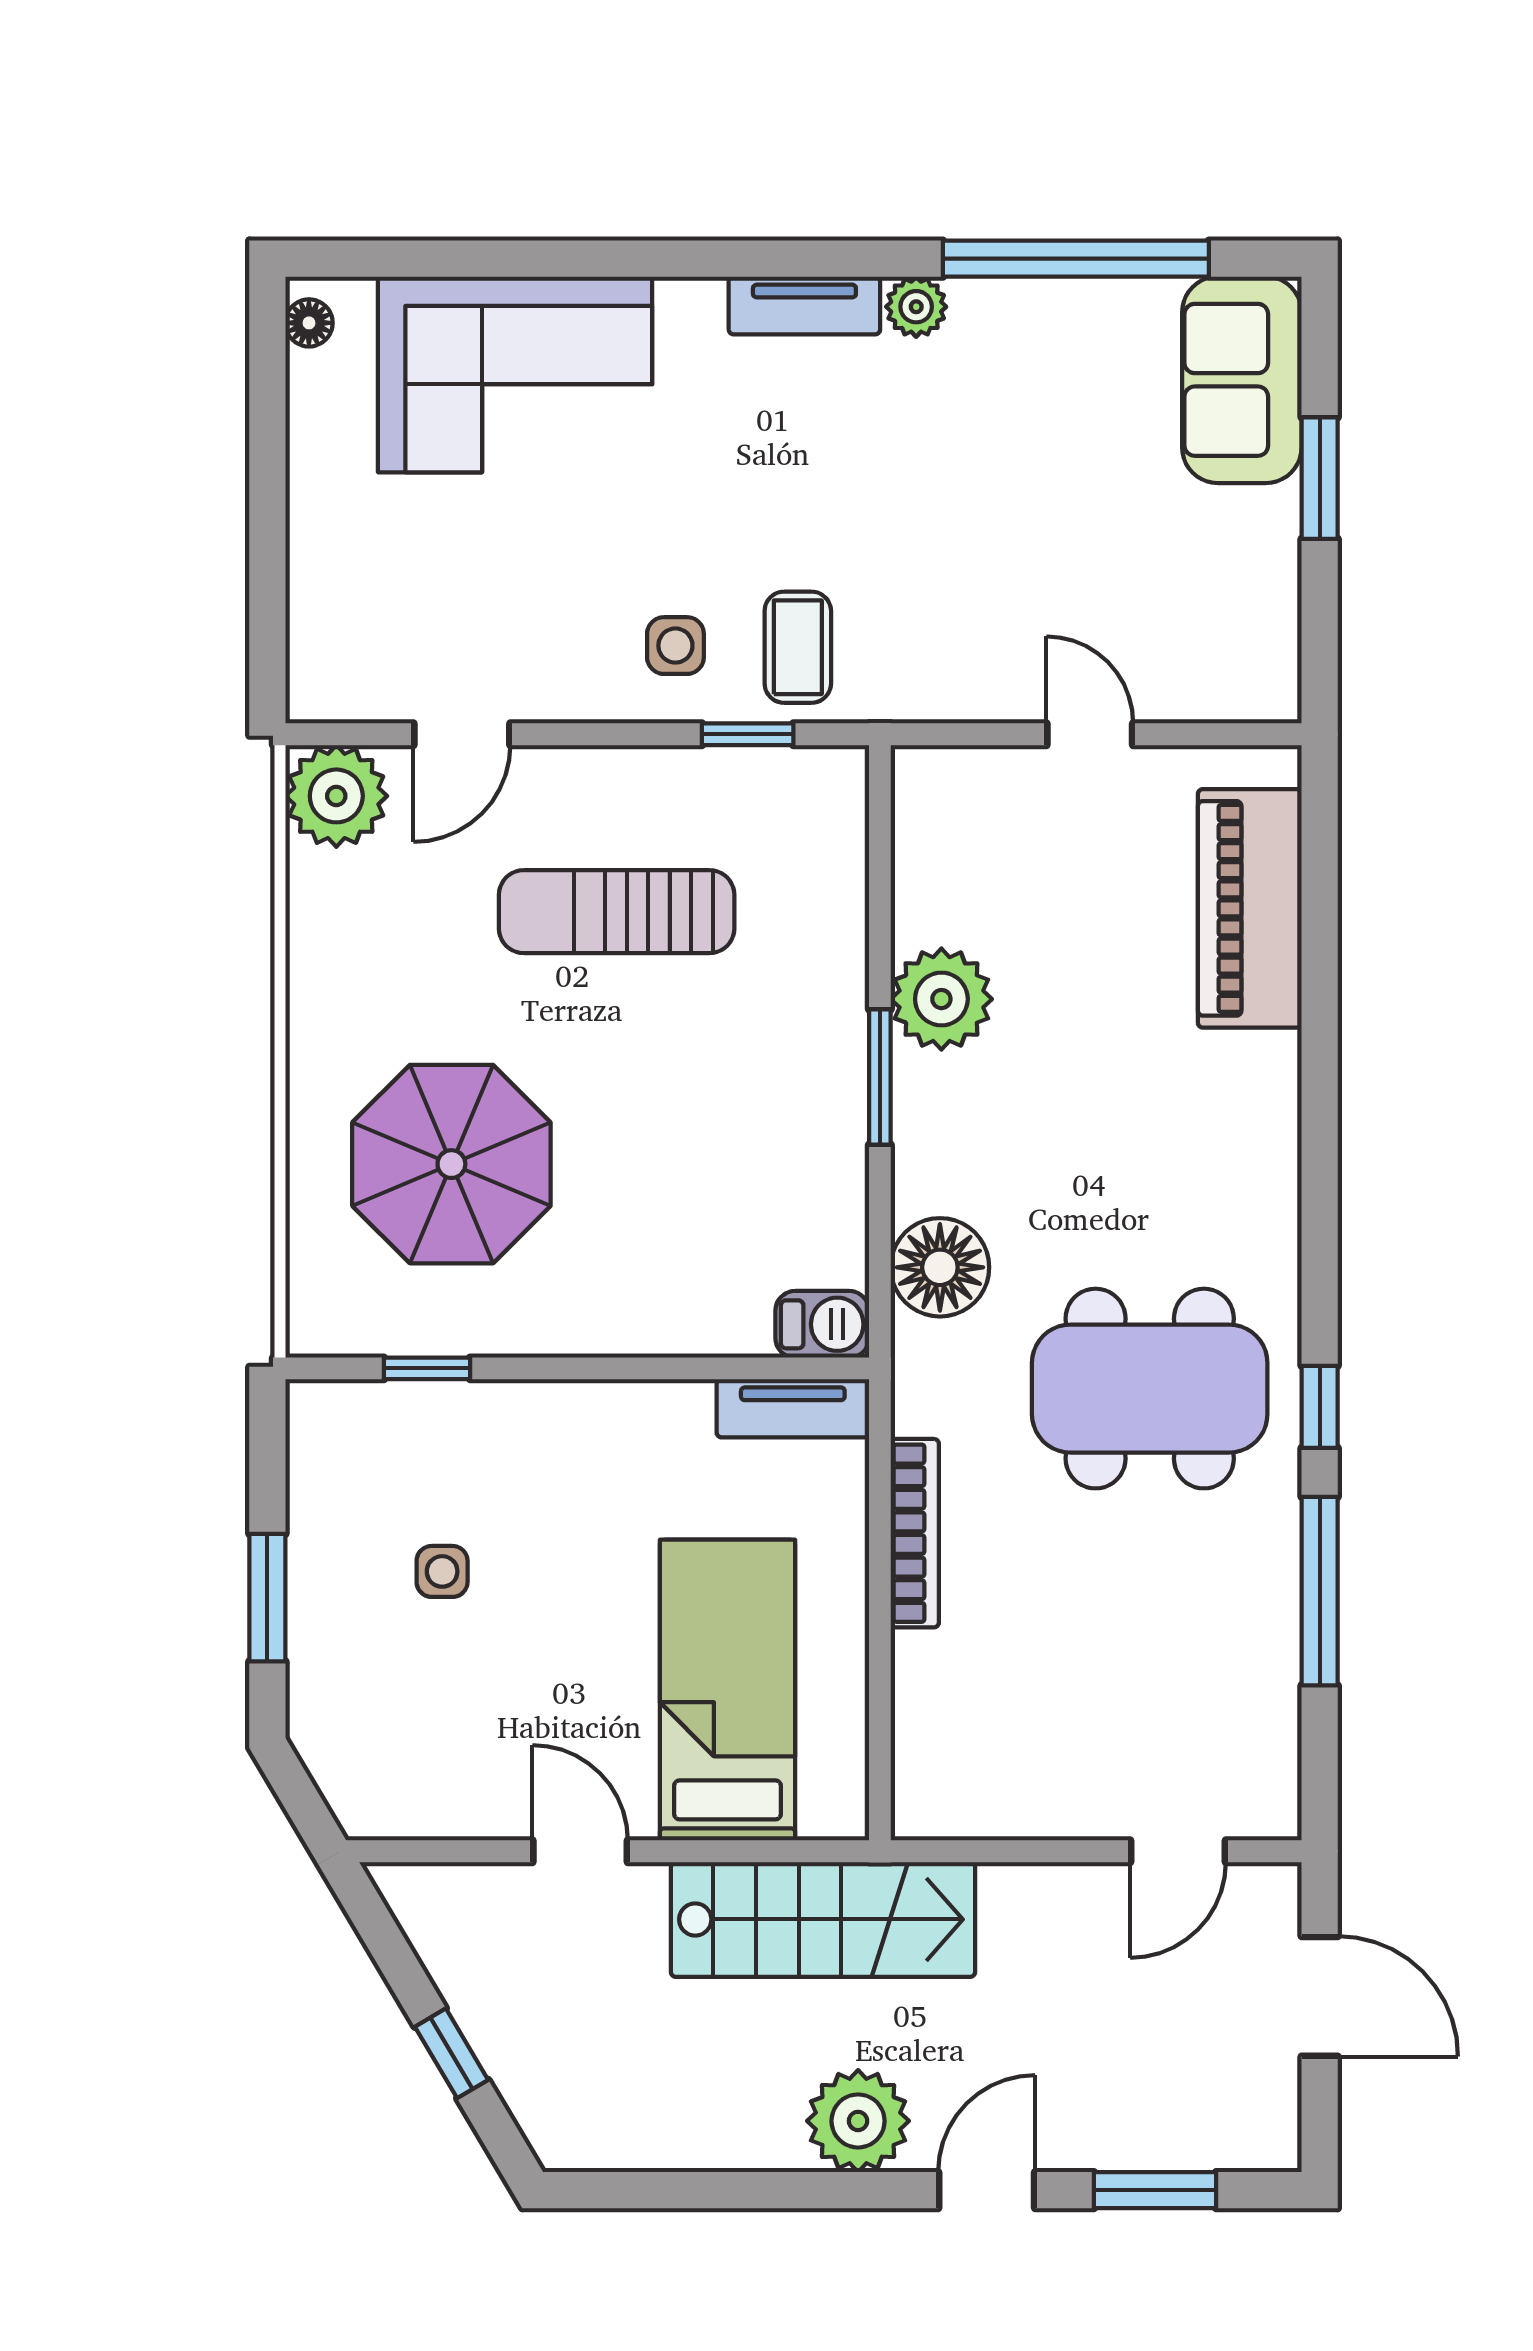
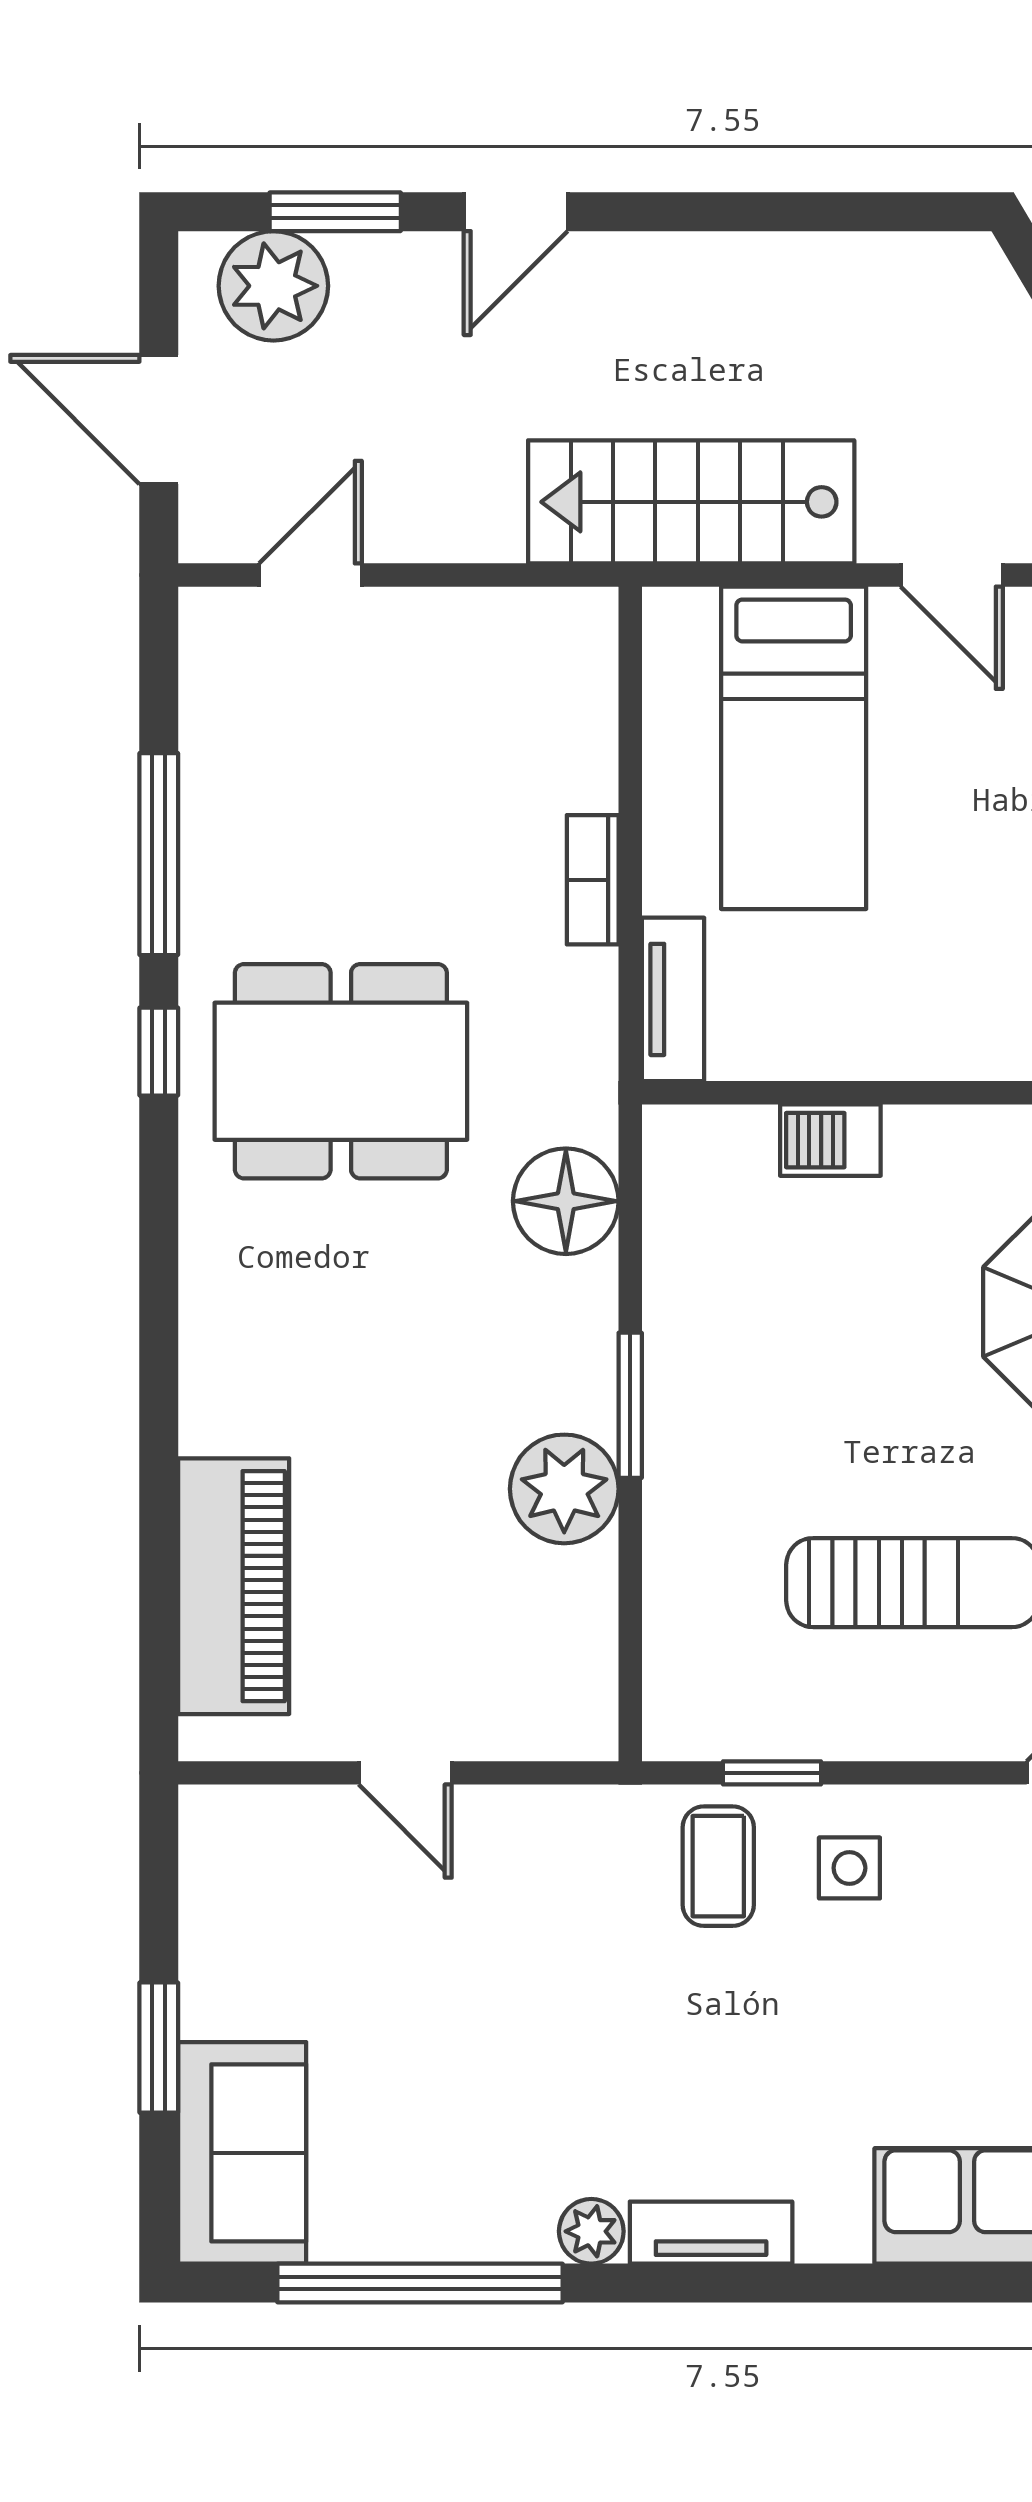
barbecue: (822, 1324) -> (830, 1140), moved
tv unit: (793, 1408) -> (673, 999), moved, turned 90
bookcase: (915, 1533) -> (593, 880), width x0.64
plant: (858, 2121) -> (273, 286), moved

